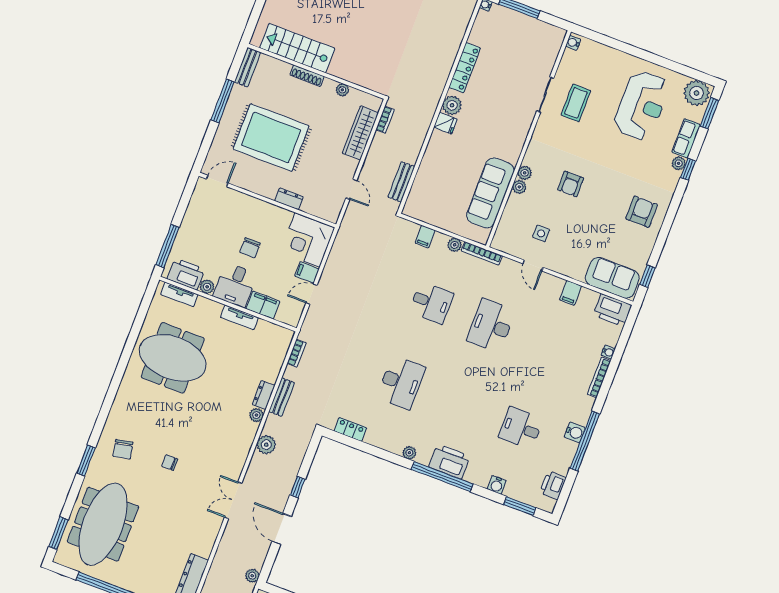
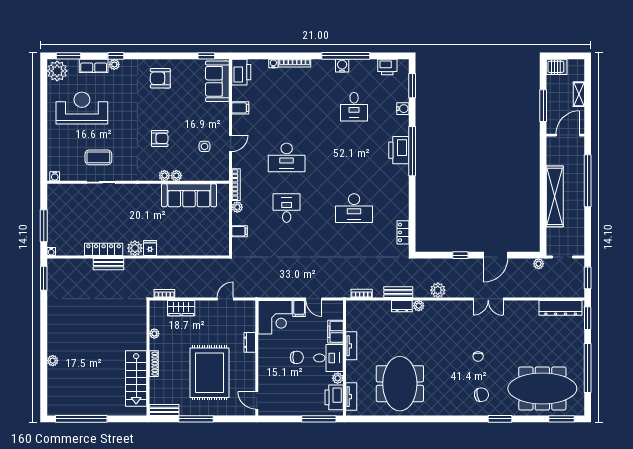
wardrobe: (360, 133) -> (181, 308), width x0.67
bench: (401, 182) -> (108, 264), moved
desk: (401, 382) -> (354, 208), turned 180
plant: (409, 453) -> (404, 182), removed

